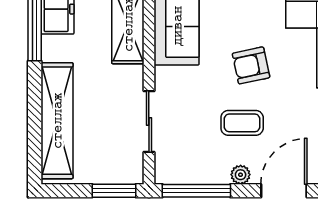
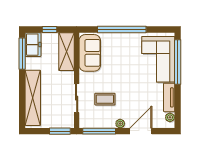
armchair: (251, 65) -> (125, 71), removed
coffee table: (242, 123) -> (105, 99), moved

